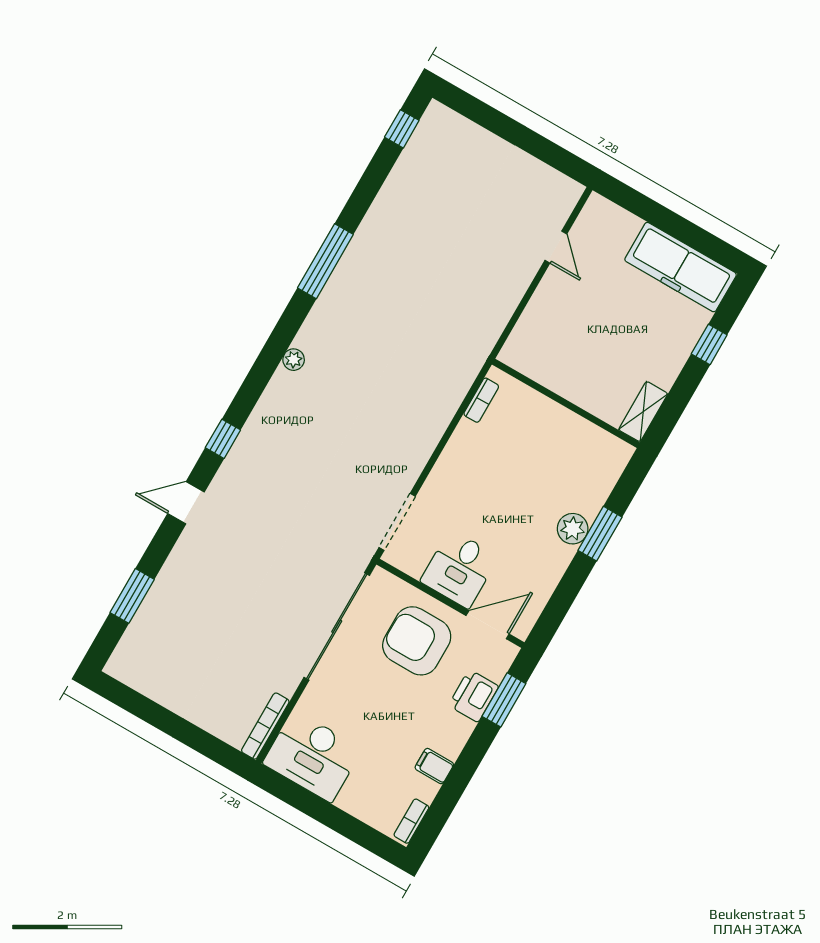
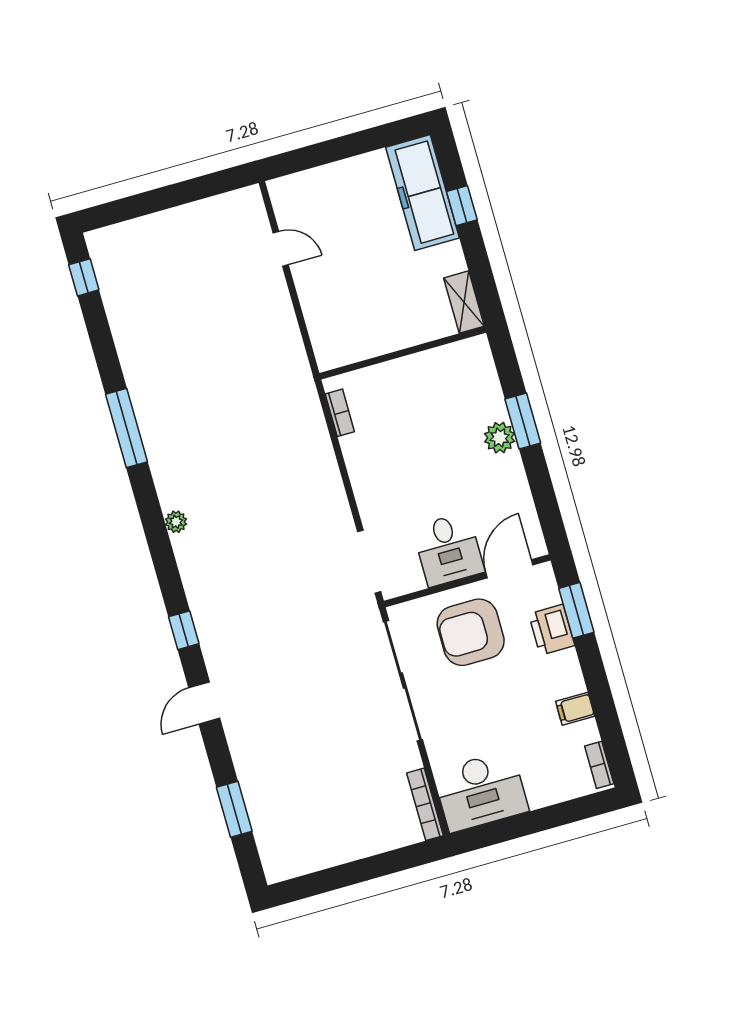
freezer: (681, 267) -> (422, 193), moved, turned 90

